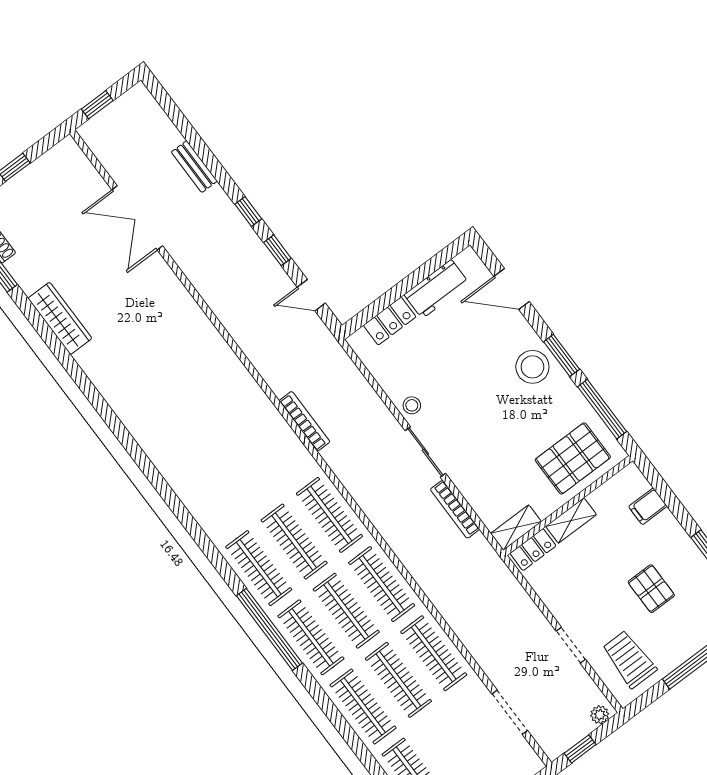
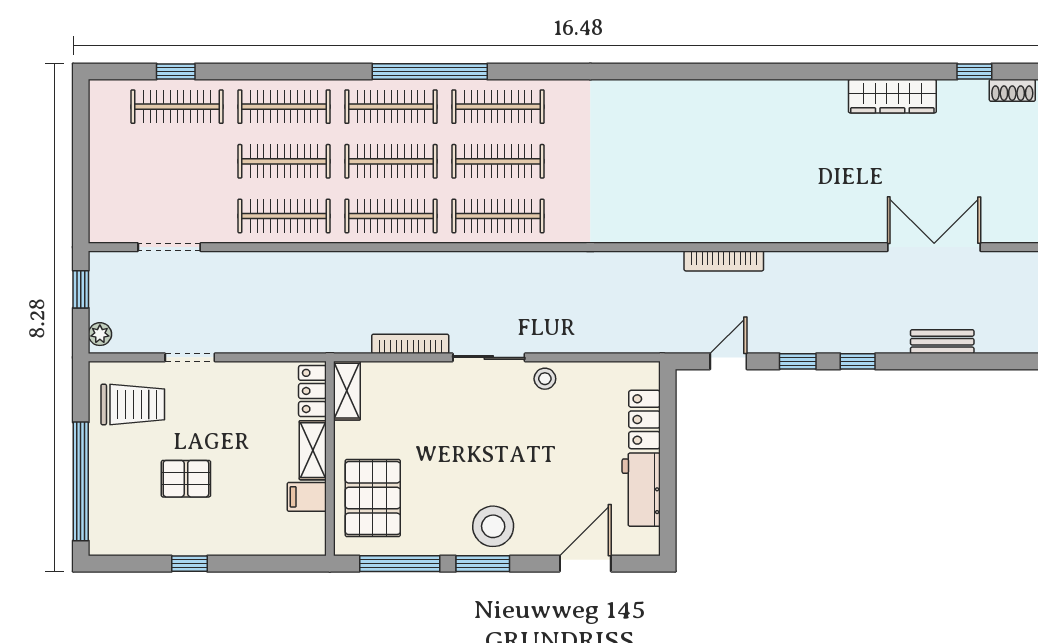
bookcase: (304, 421) -> (724, 261), moved
filing cabinet: (648, 506) -> (307, 497), moved, turned -90

